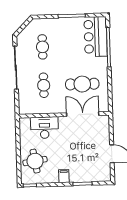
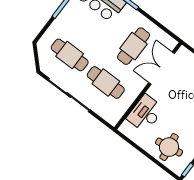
cafe table: (42, 47) -> (70, 55), width x1.37, depth x1.35
cafe table: (44, 85) -> (106, 82), width x1.37, depth x1.35

